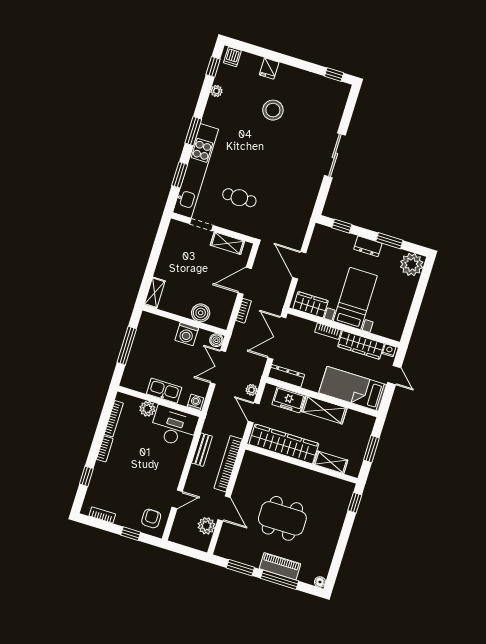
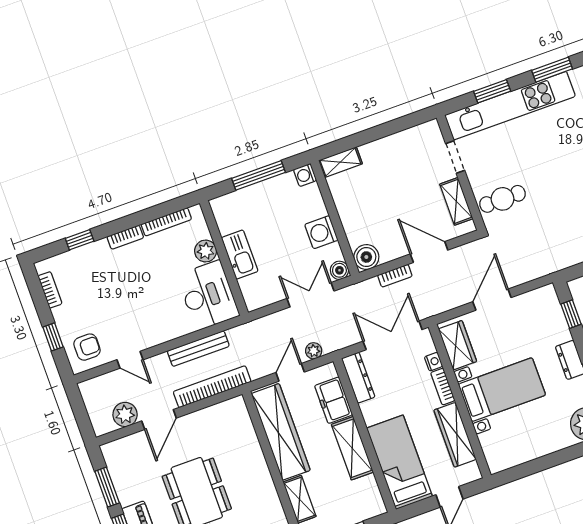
cafe table: (239, 198) -> (502, 199), moved, turned 90
boiler: (201, 313) -> (366, 257), moved
nightstand: (389, 350) -> (433, 362), moved
washing machine: (195, 402) -> (305, 175), moved, turned 180
bench: (202, 450) -> (198, 349), width x1.36

